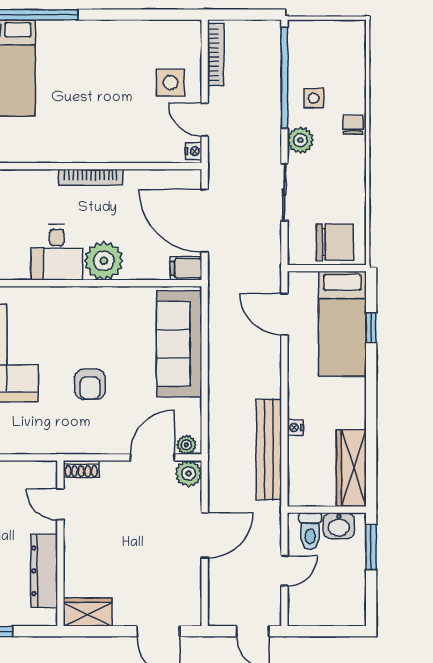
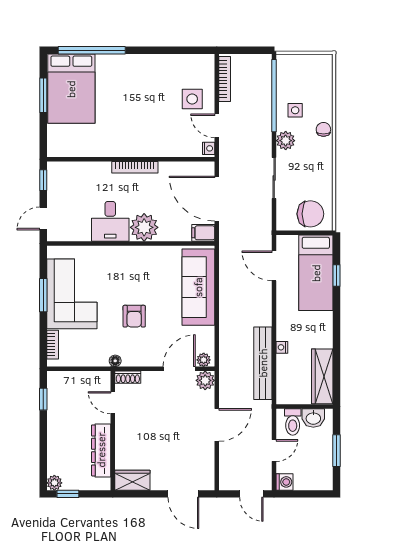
floor lamp: (64, 446) -> (115, 361), added
window: (371, 547) -> (336, 451), moved
washing machine: (299, 615) -> (285, 482), added

